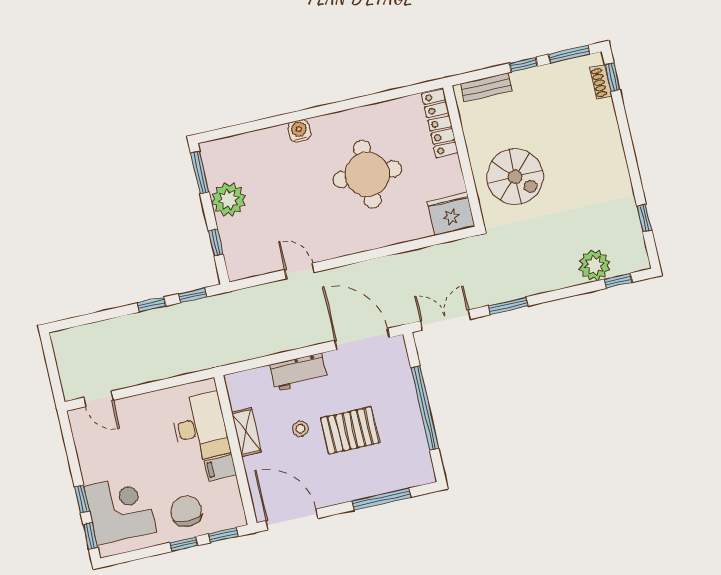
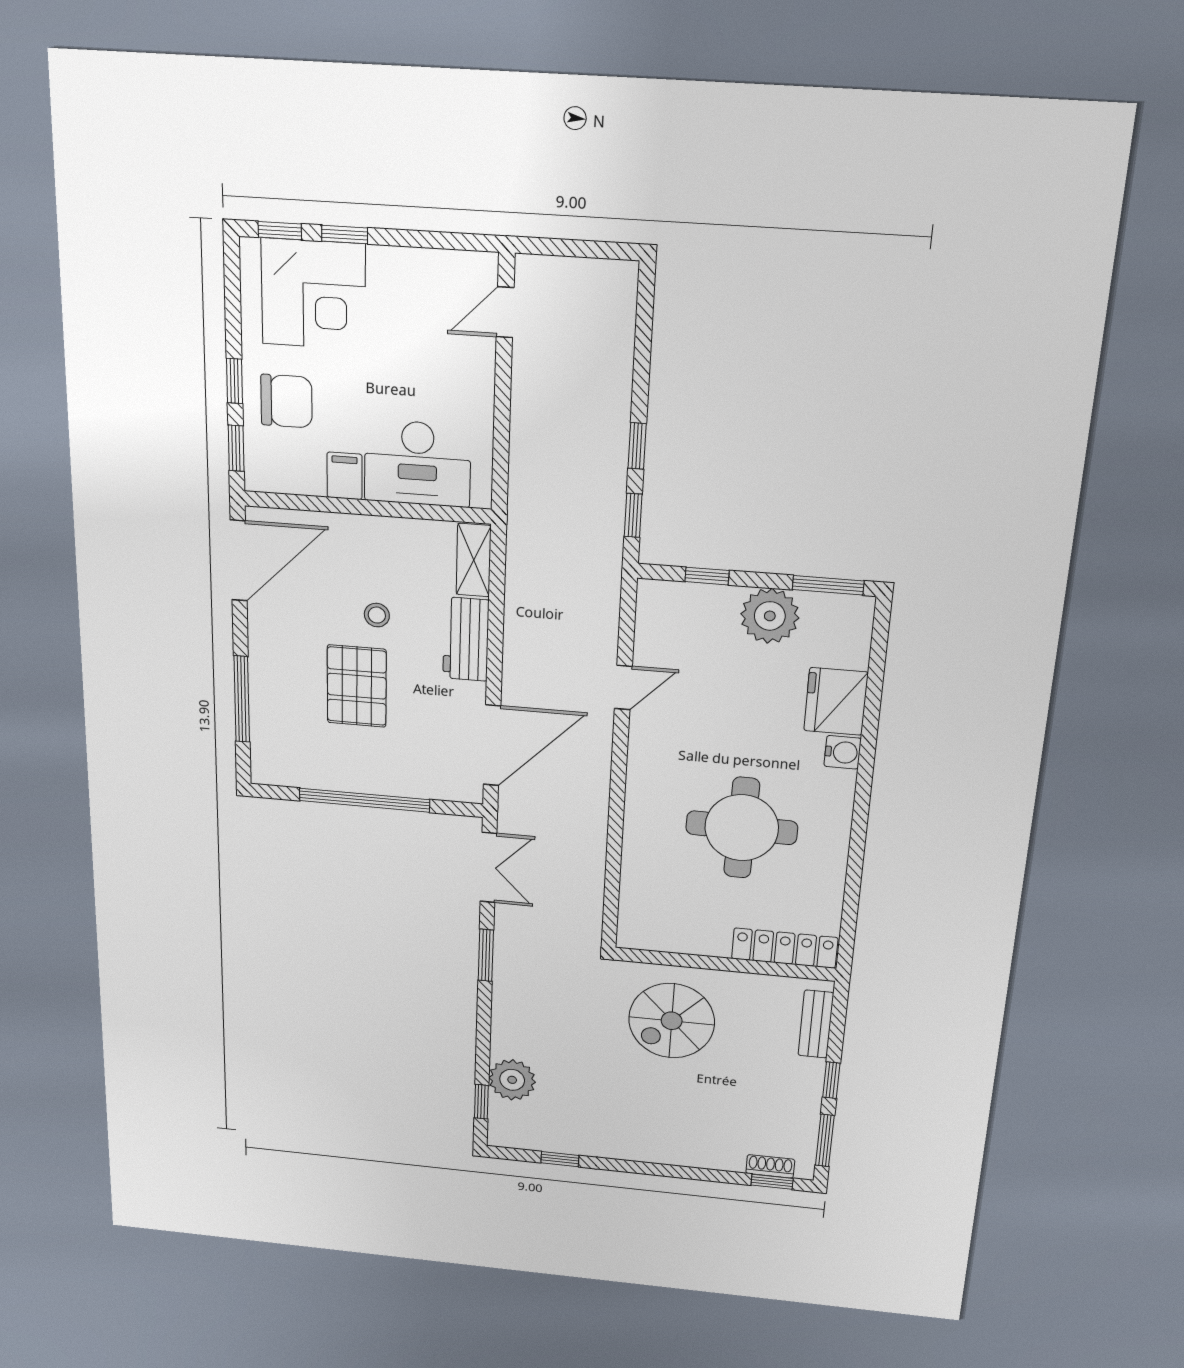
fridge: (451, 214) -> (836, 701), moved, turned 180
shelving: (246, 432) -> (474, 560), moved, turned 90

